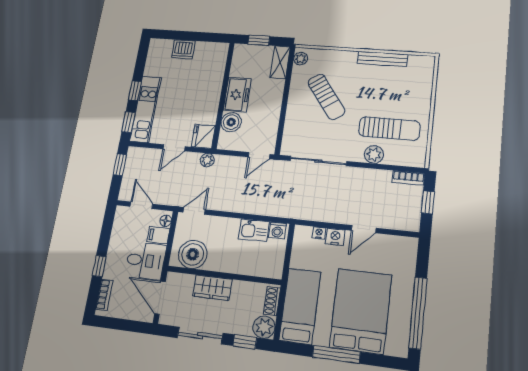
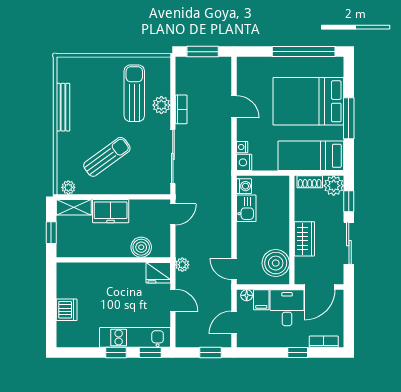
freezer: (237, 95) -> (111, 211), moved, turned 180
door: (259, 156) -> (173, 214), hinge flipped
window: (120, 165) -> (211, 353), moved
bookcase: (408, 178) -> (181, 109), moved
window: (428, 202) -> (203, 52), width x1.50
nightstand: (335, 237) -> (244, 162), moved

